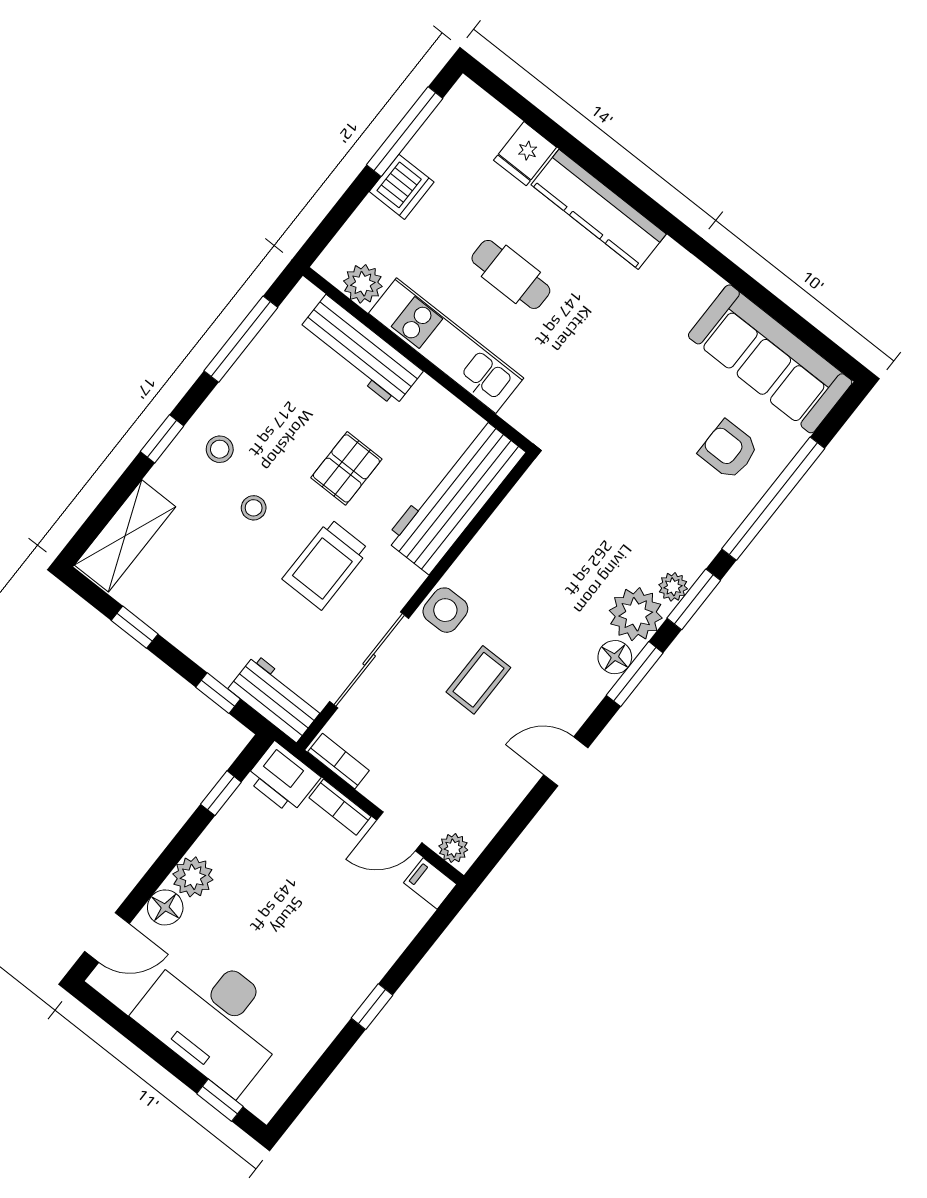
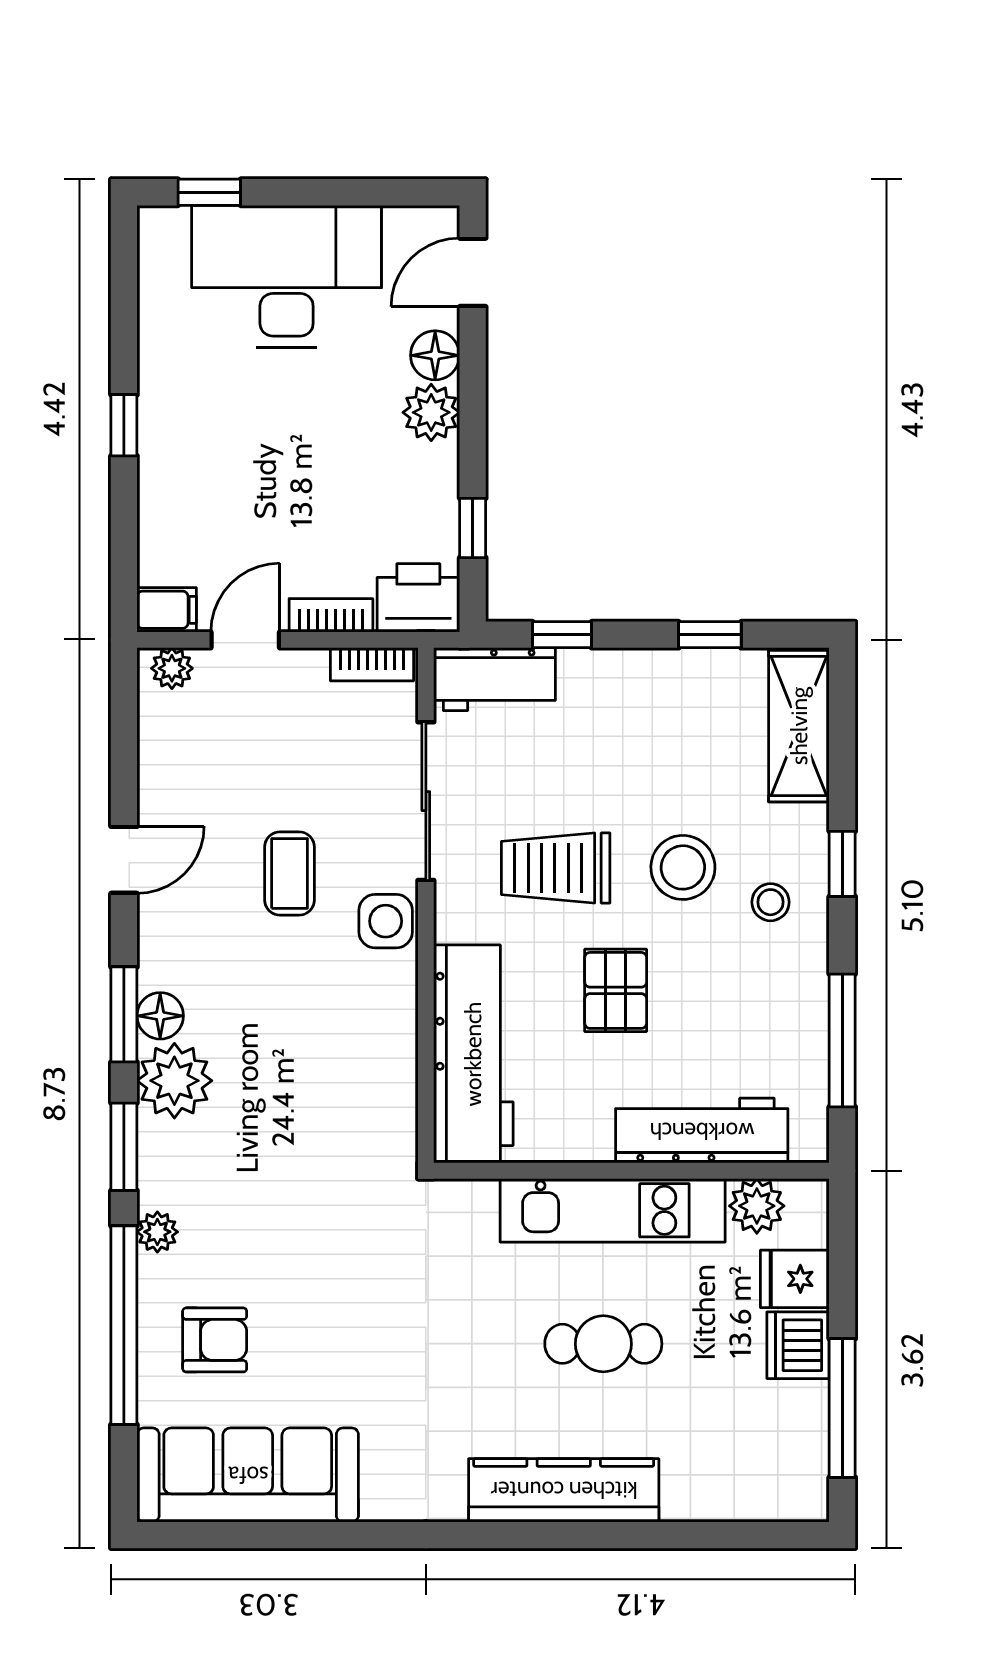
fridge: (525, 154) -> (795, 1279), moved, turned -90
stool: (254, 508) -> (683, 867), width x1.89, depth x1.89
trolley: (326, 564) -> (556, 868), turned -90
plant: (673, 587) -> (157, 1232), moved

